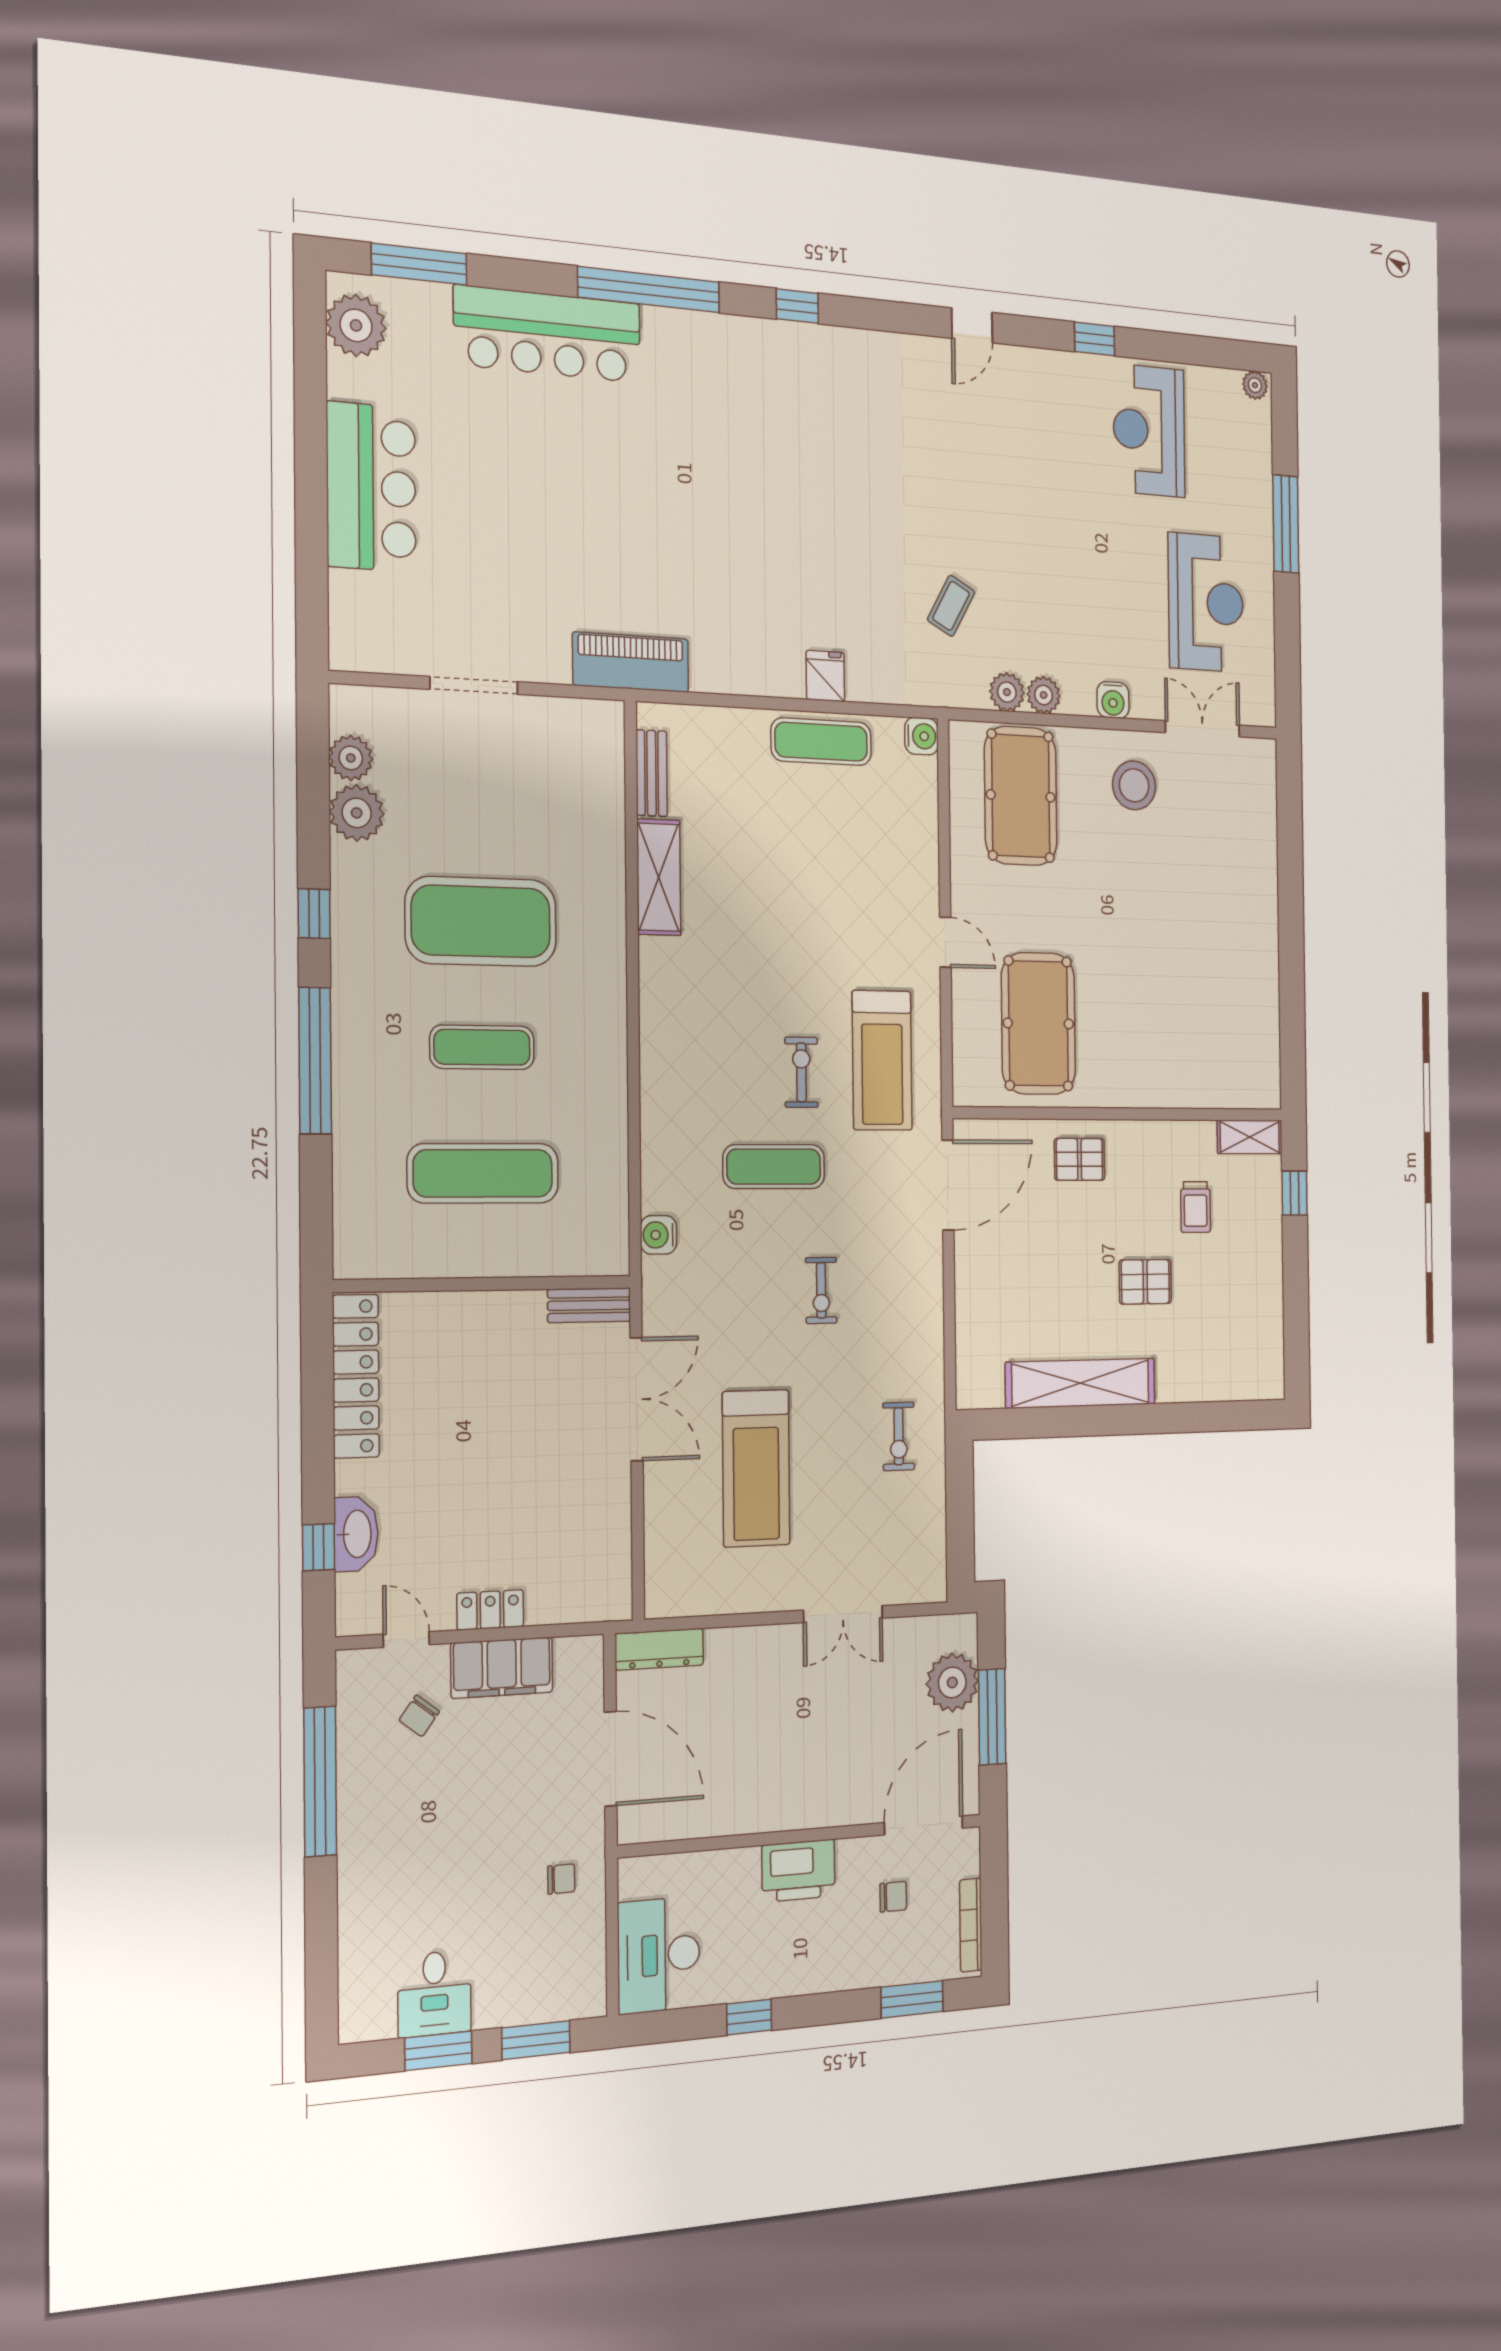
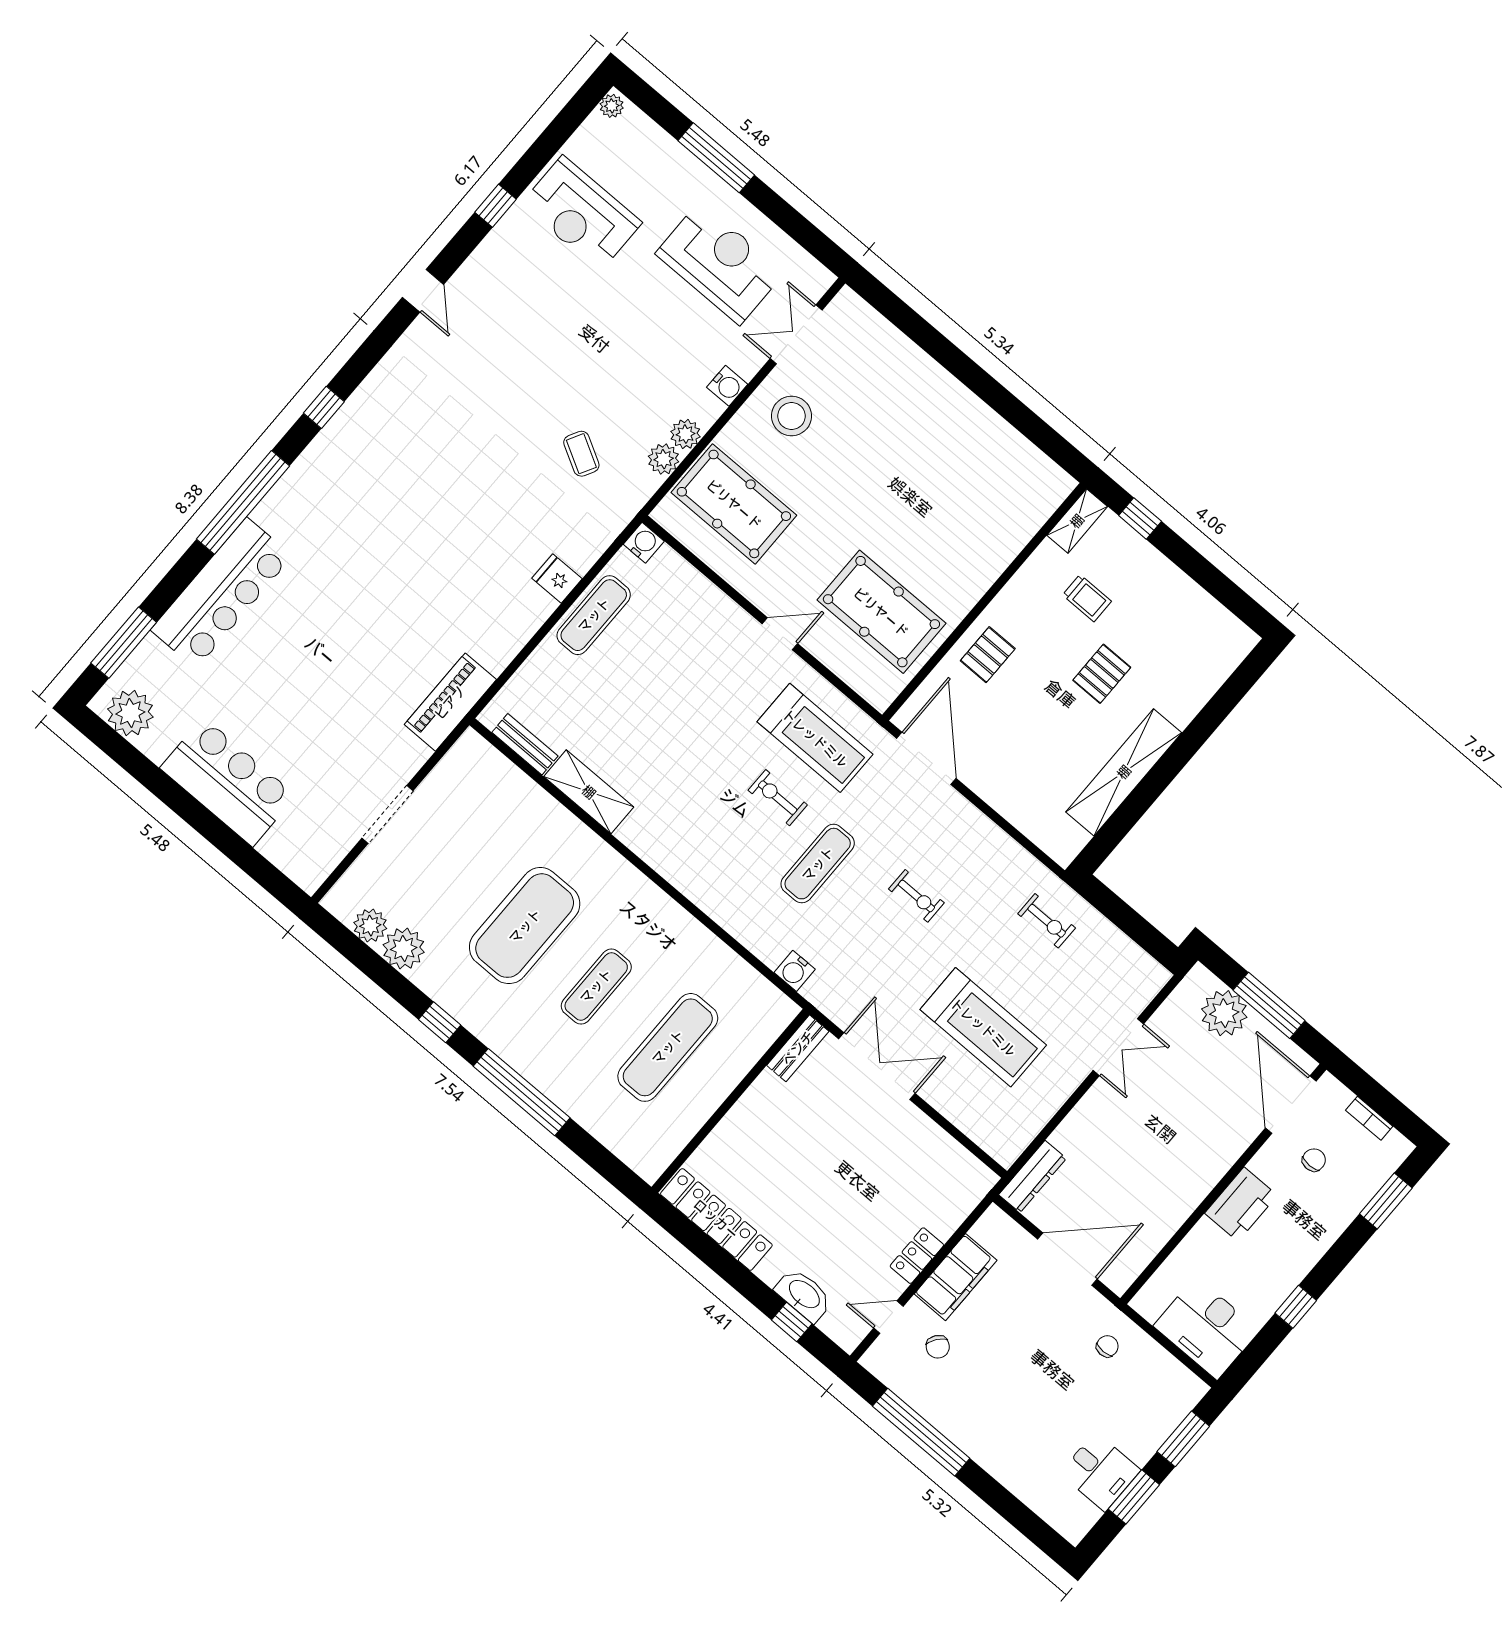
bookcase: (971, 1925) -> (1369, 1118), width x0.64

